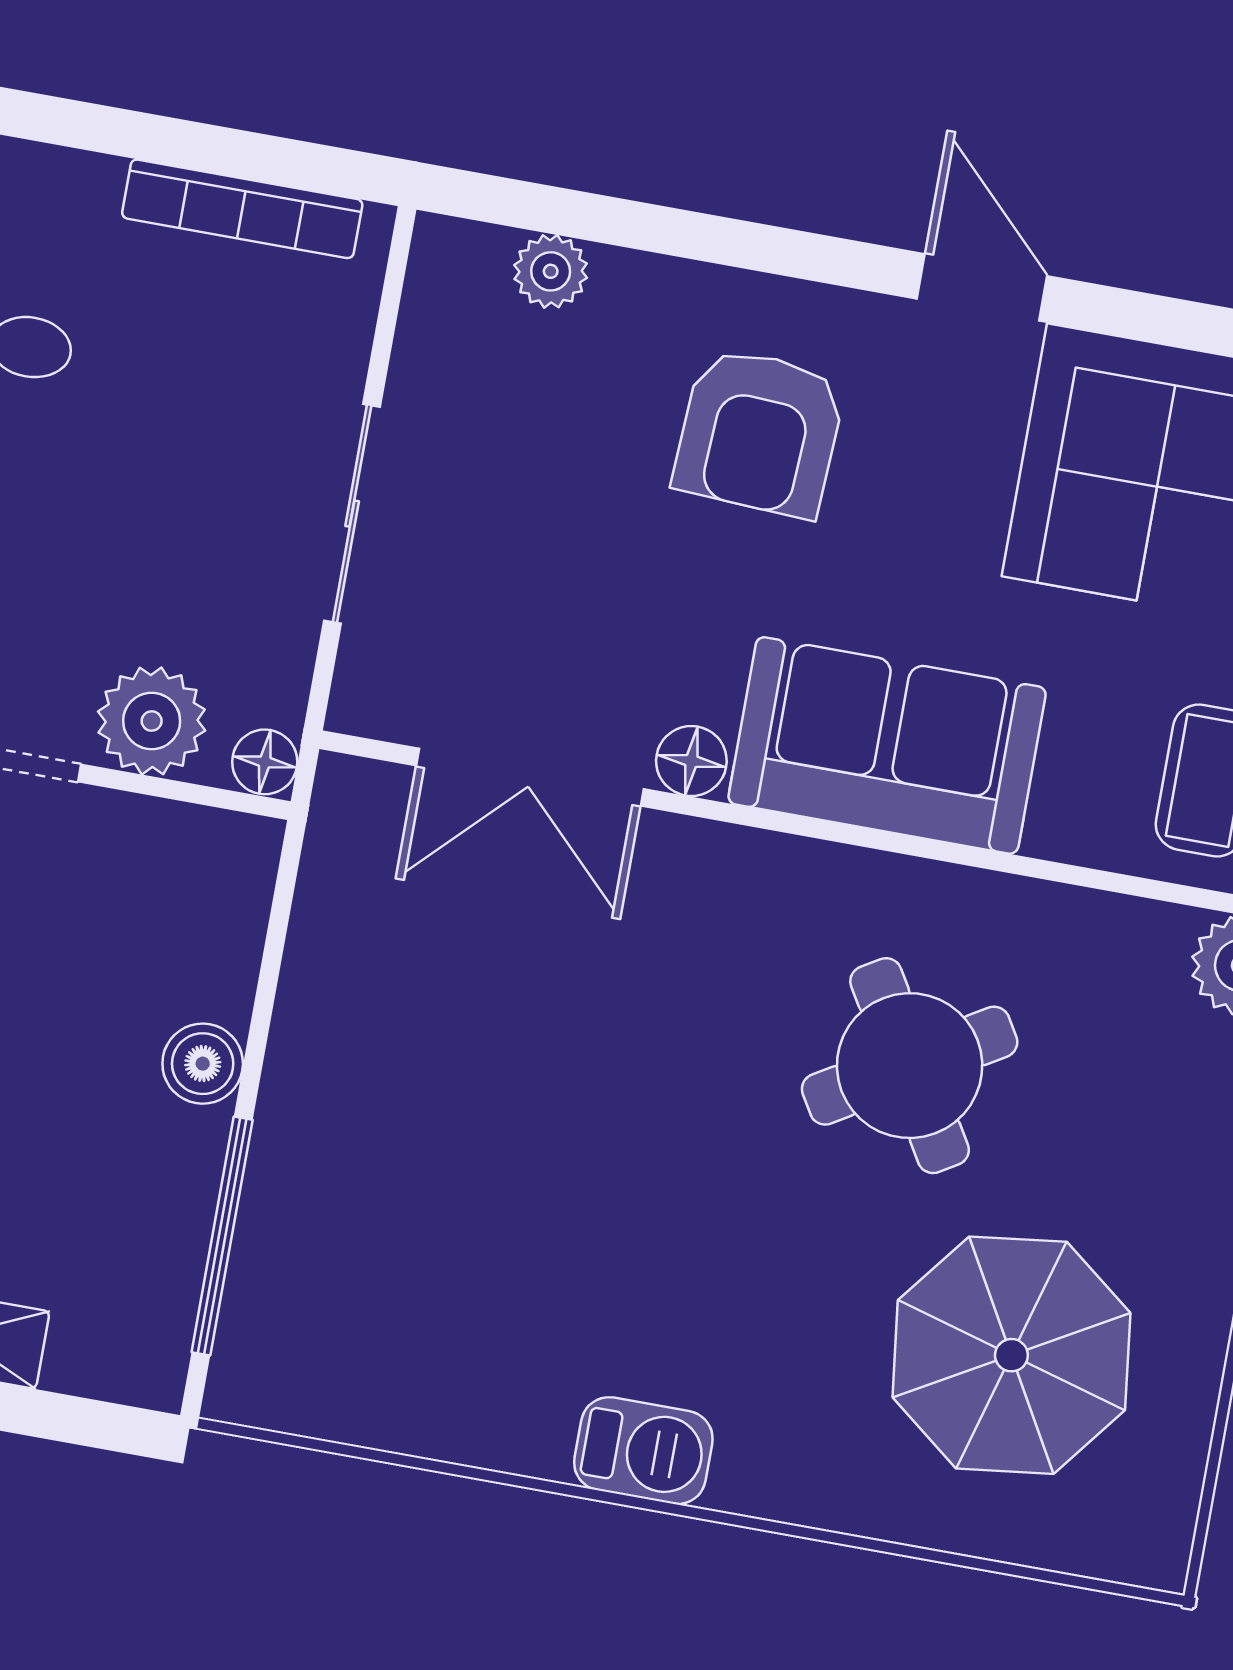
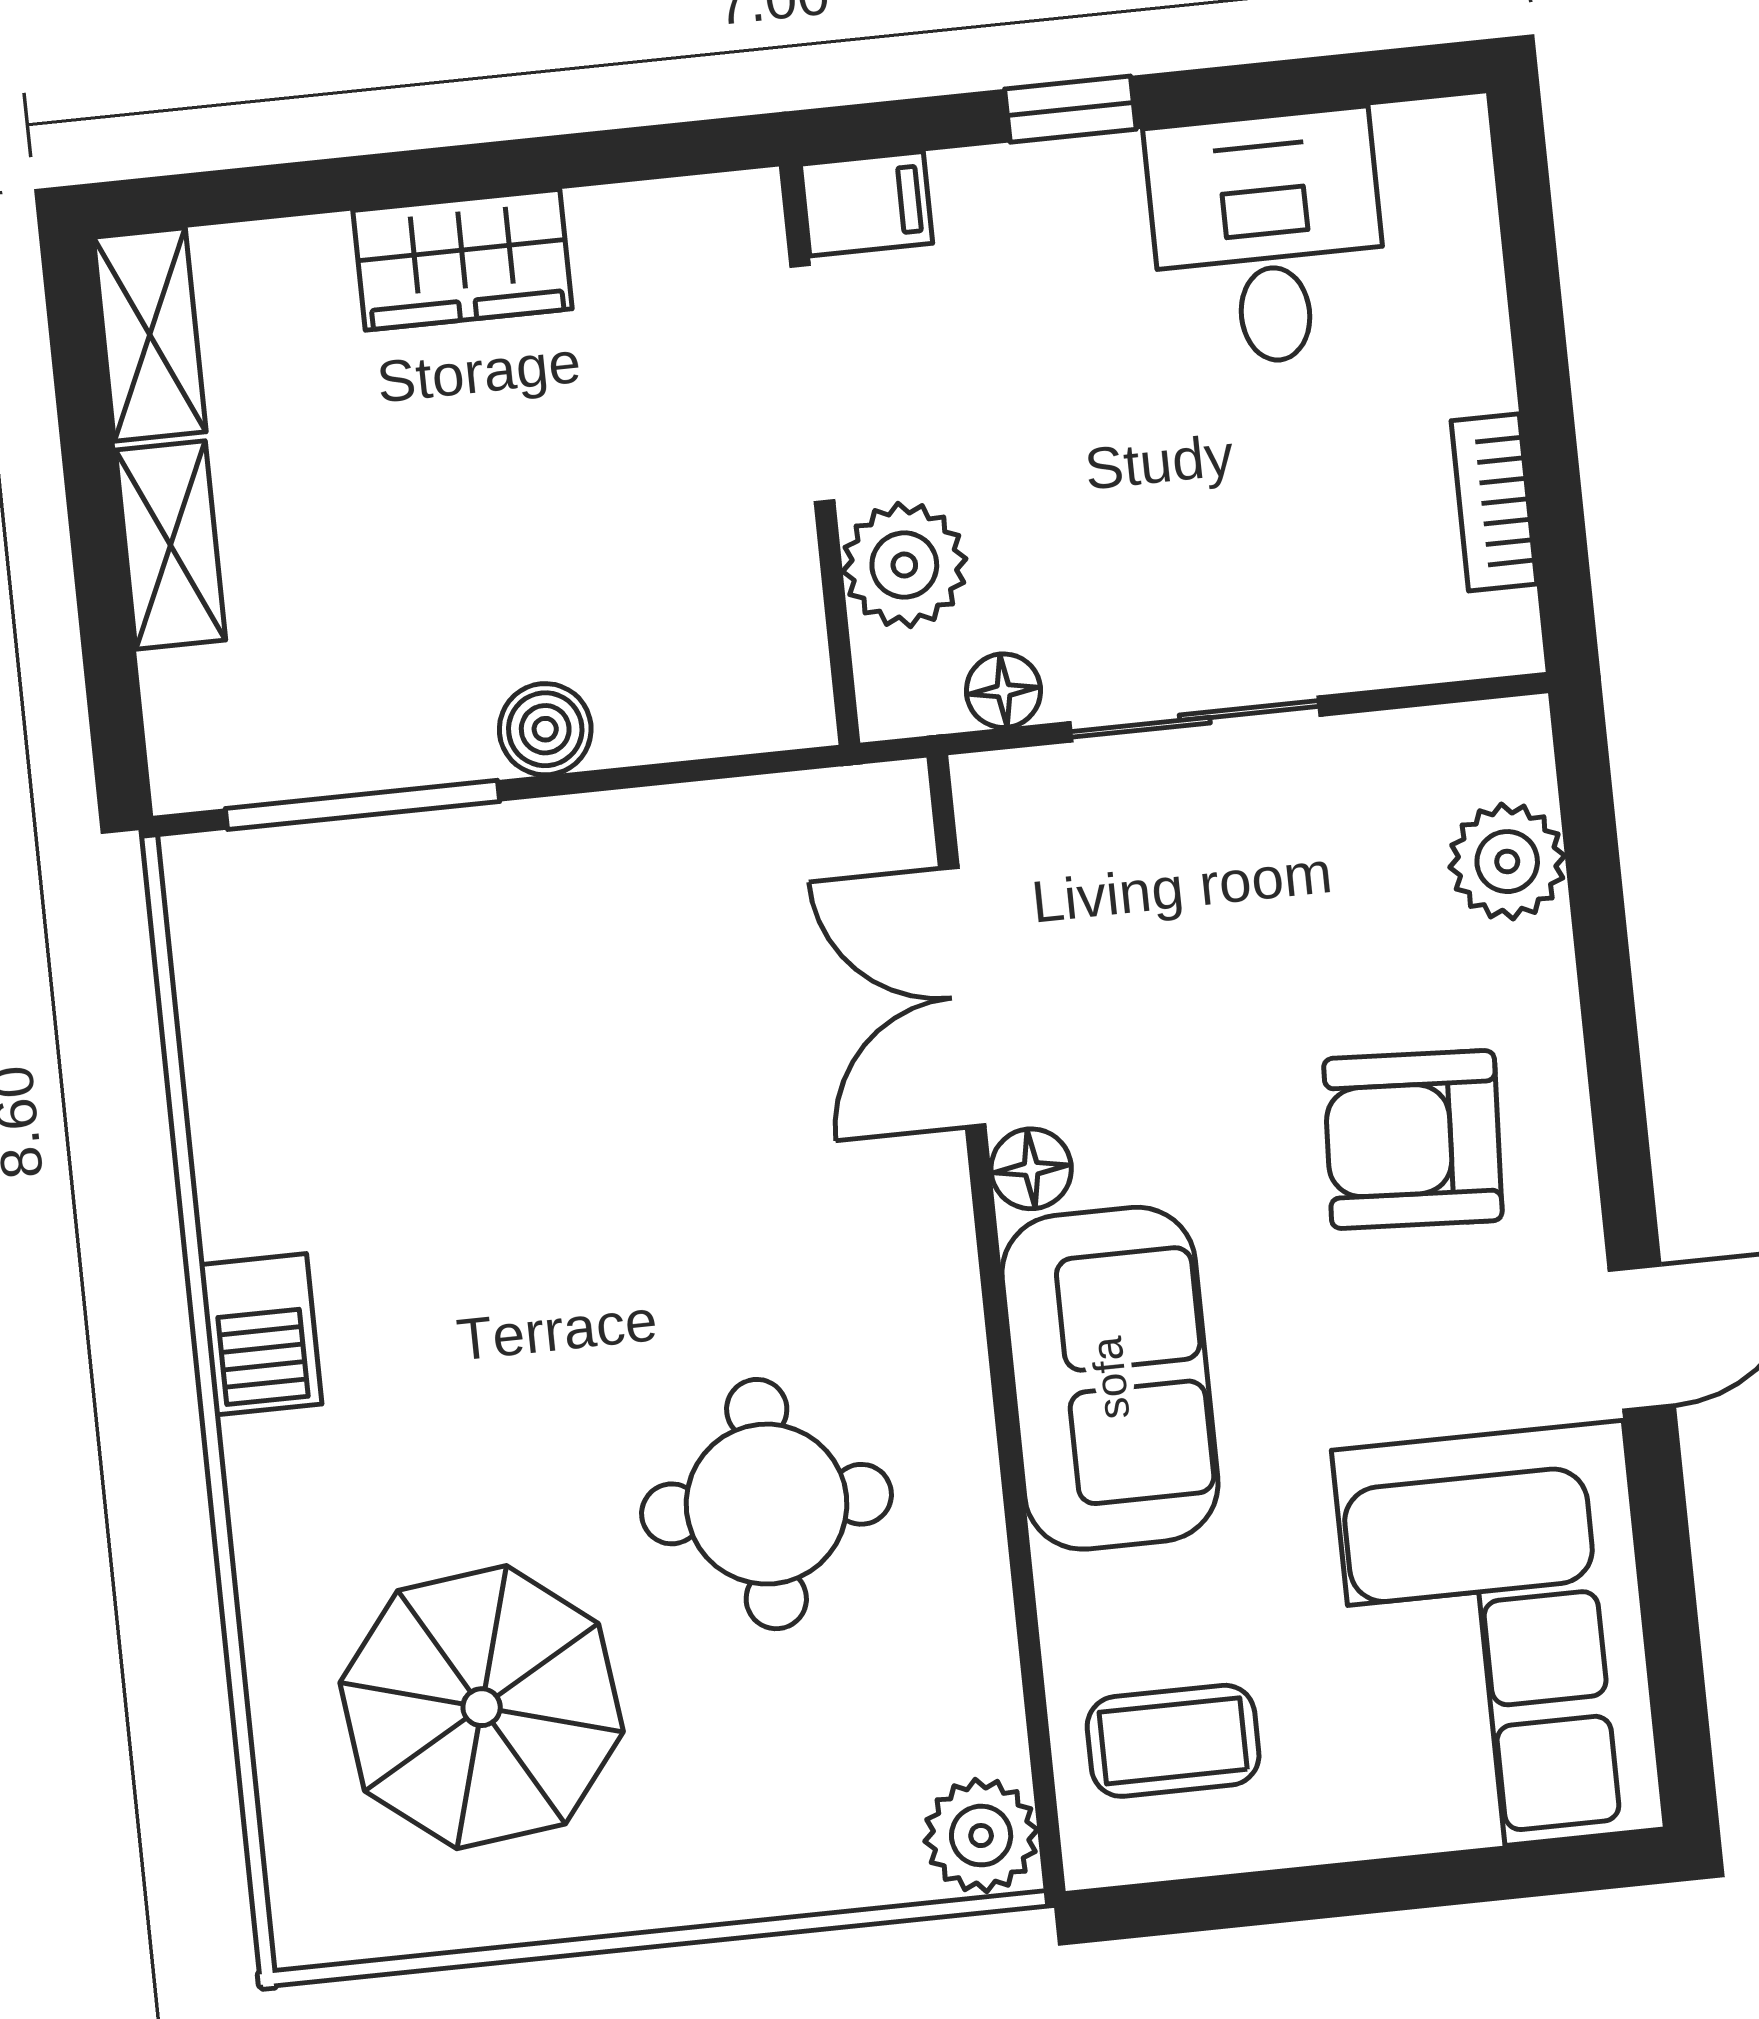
bookcase: (242, 209) -> (1494, 502), width x0.64
plant: (551, 271) -> (1507, 862), width x1.38, depth x1.38
floor lamp: (265, 762) -> (1003, 691), moved
round table: (910, 1066) -> (767, 1504), turned 31

